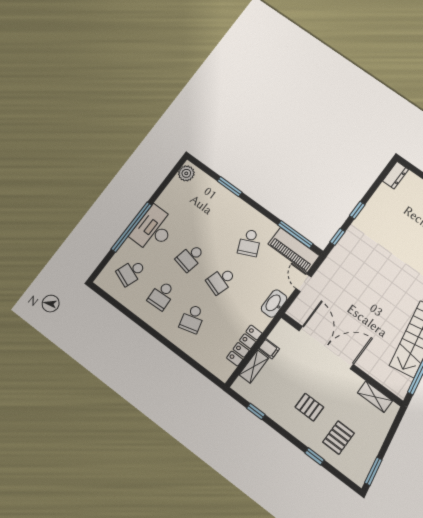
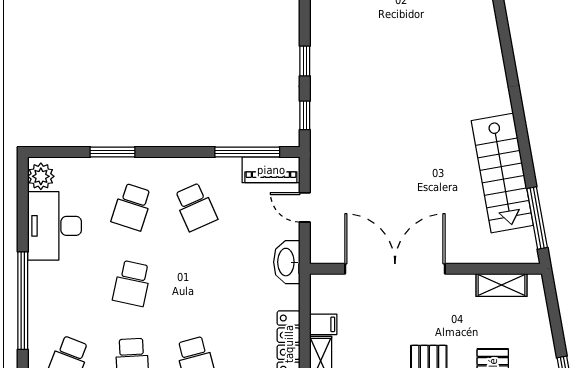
desk: (154, 229) -> (54, 226), moved
piano: (294, 250) -> (271, 170), width x0.73, depth x0.75
school desk: (221, 281) -> (132, 207), moved

